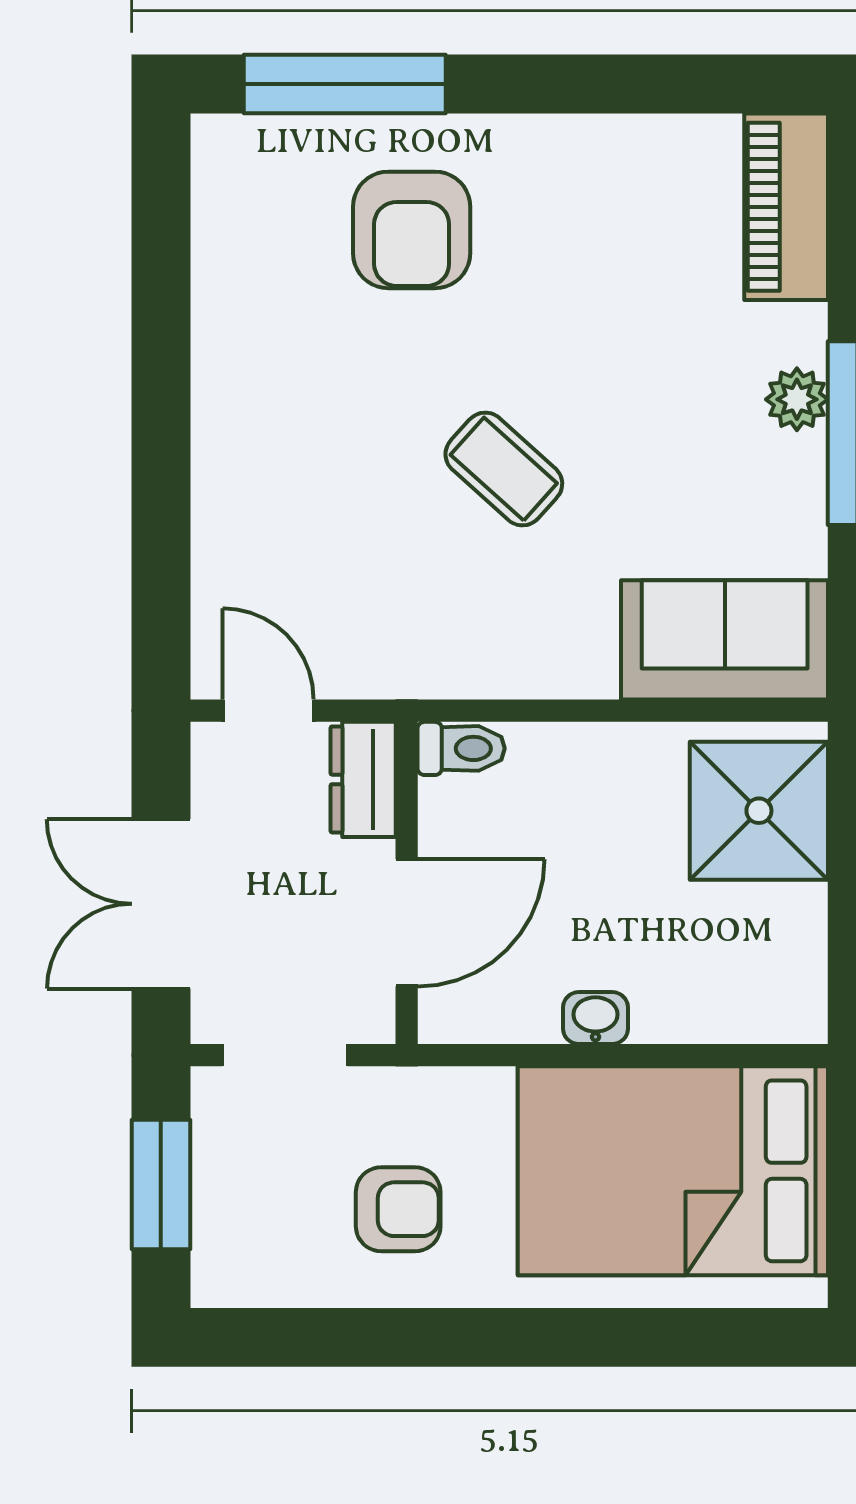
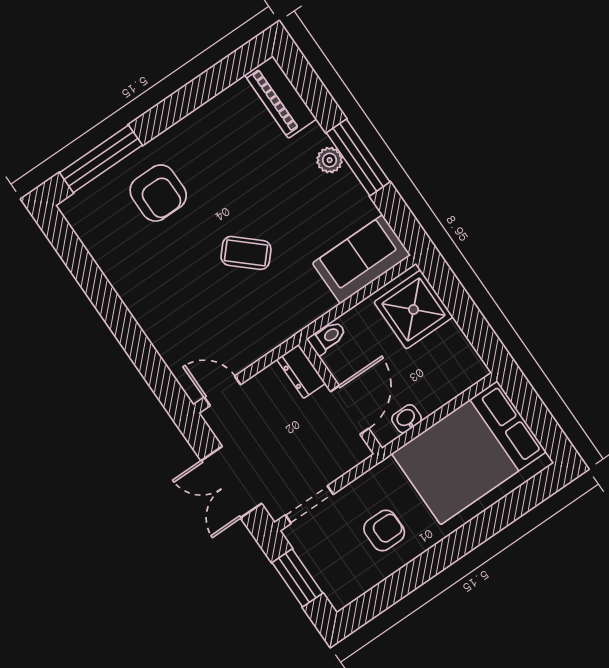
toilet: (461, 748) -> (327, 338), moved
dresser: (363, 779) -> (301, 371), moved
wall: (407, 883) -> (340, 396), moved
door: (407, 923) -> (350, 410), moved

